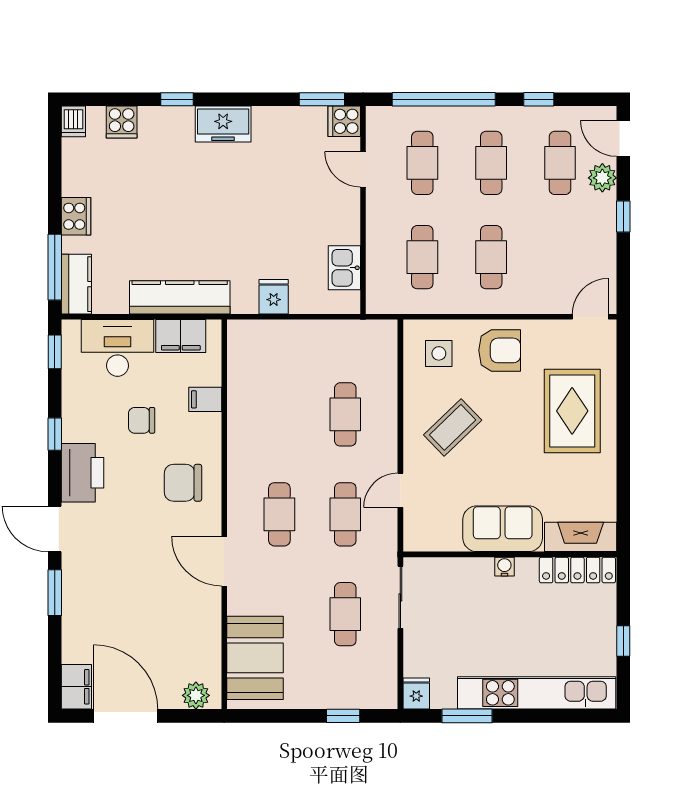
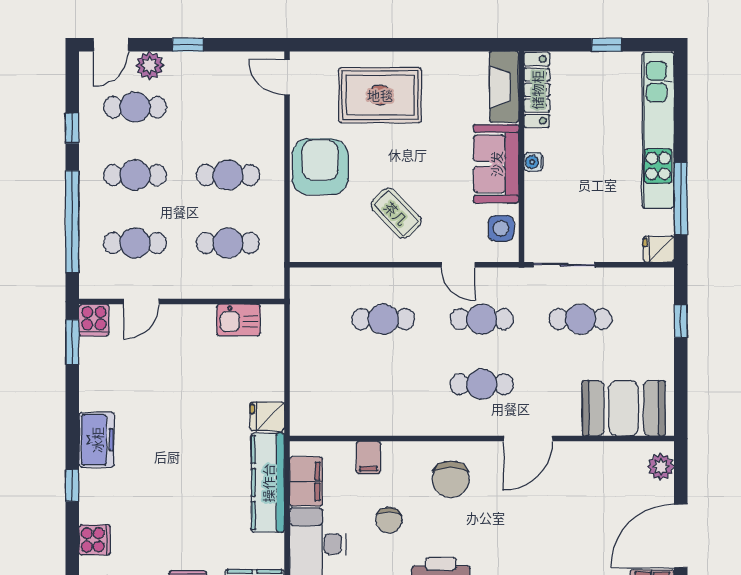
fridge: (274, 297) -> (267, 417), moved
armchair: (500, 350) -> (320, 167), width x1.36, depth x1.36
side table: (439, 353) -> (501, 228), moved
window: (467, 716) -> (681, 199), width x1.44

